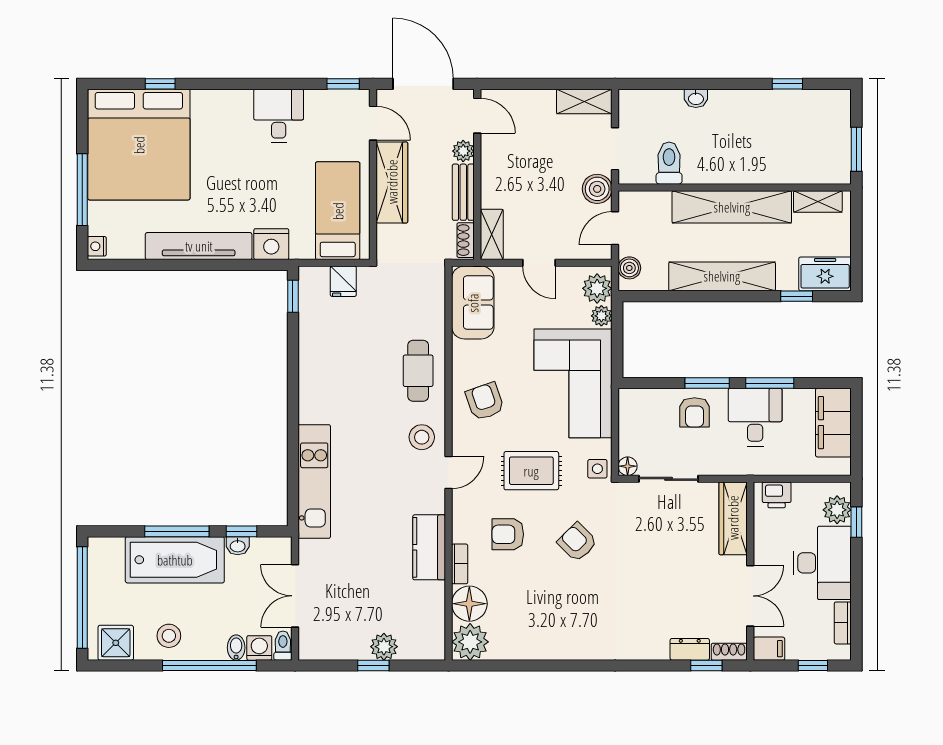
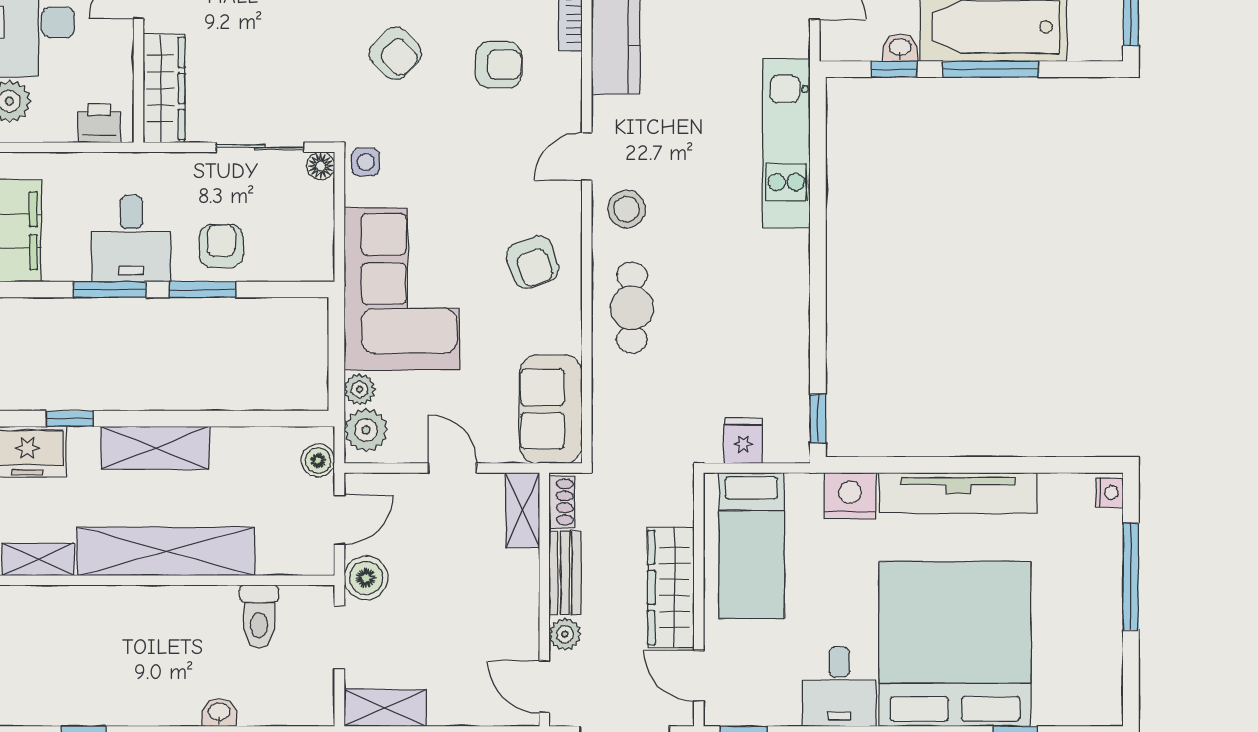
bed: (139, 145) -> (955, 644), moved
shelving: (722, 276) -> (155, 448), width x0.68
rug: (531, 471) -> (464, 159), removed

